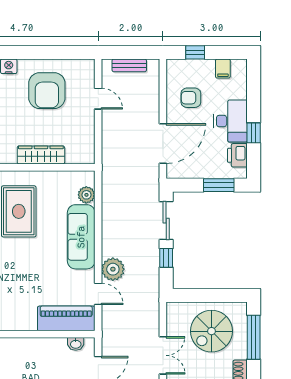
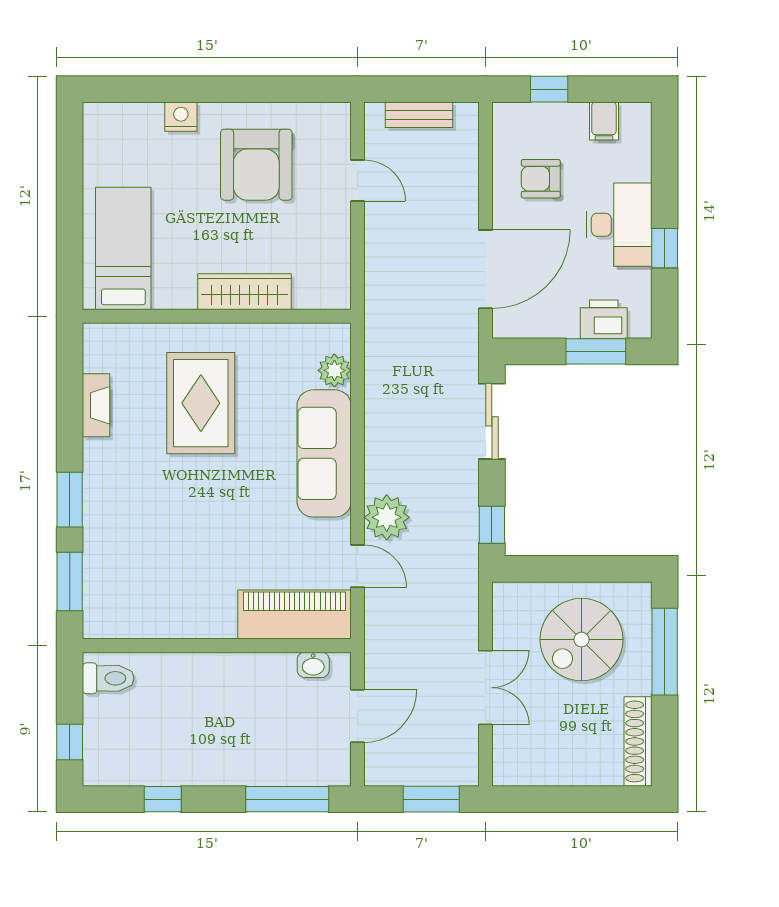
printer: (237, 155) -> (604, 319), moved, turned 90
window: (166, 258) -> (492, 525), moved

